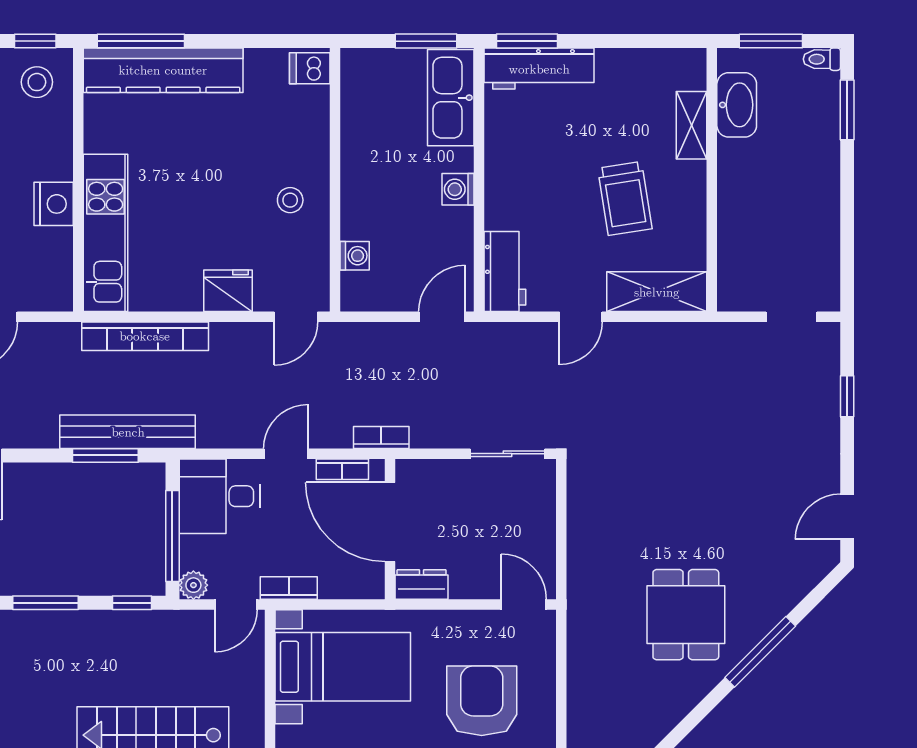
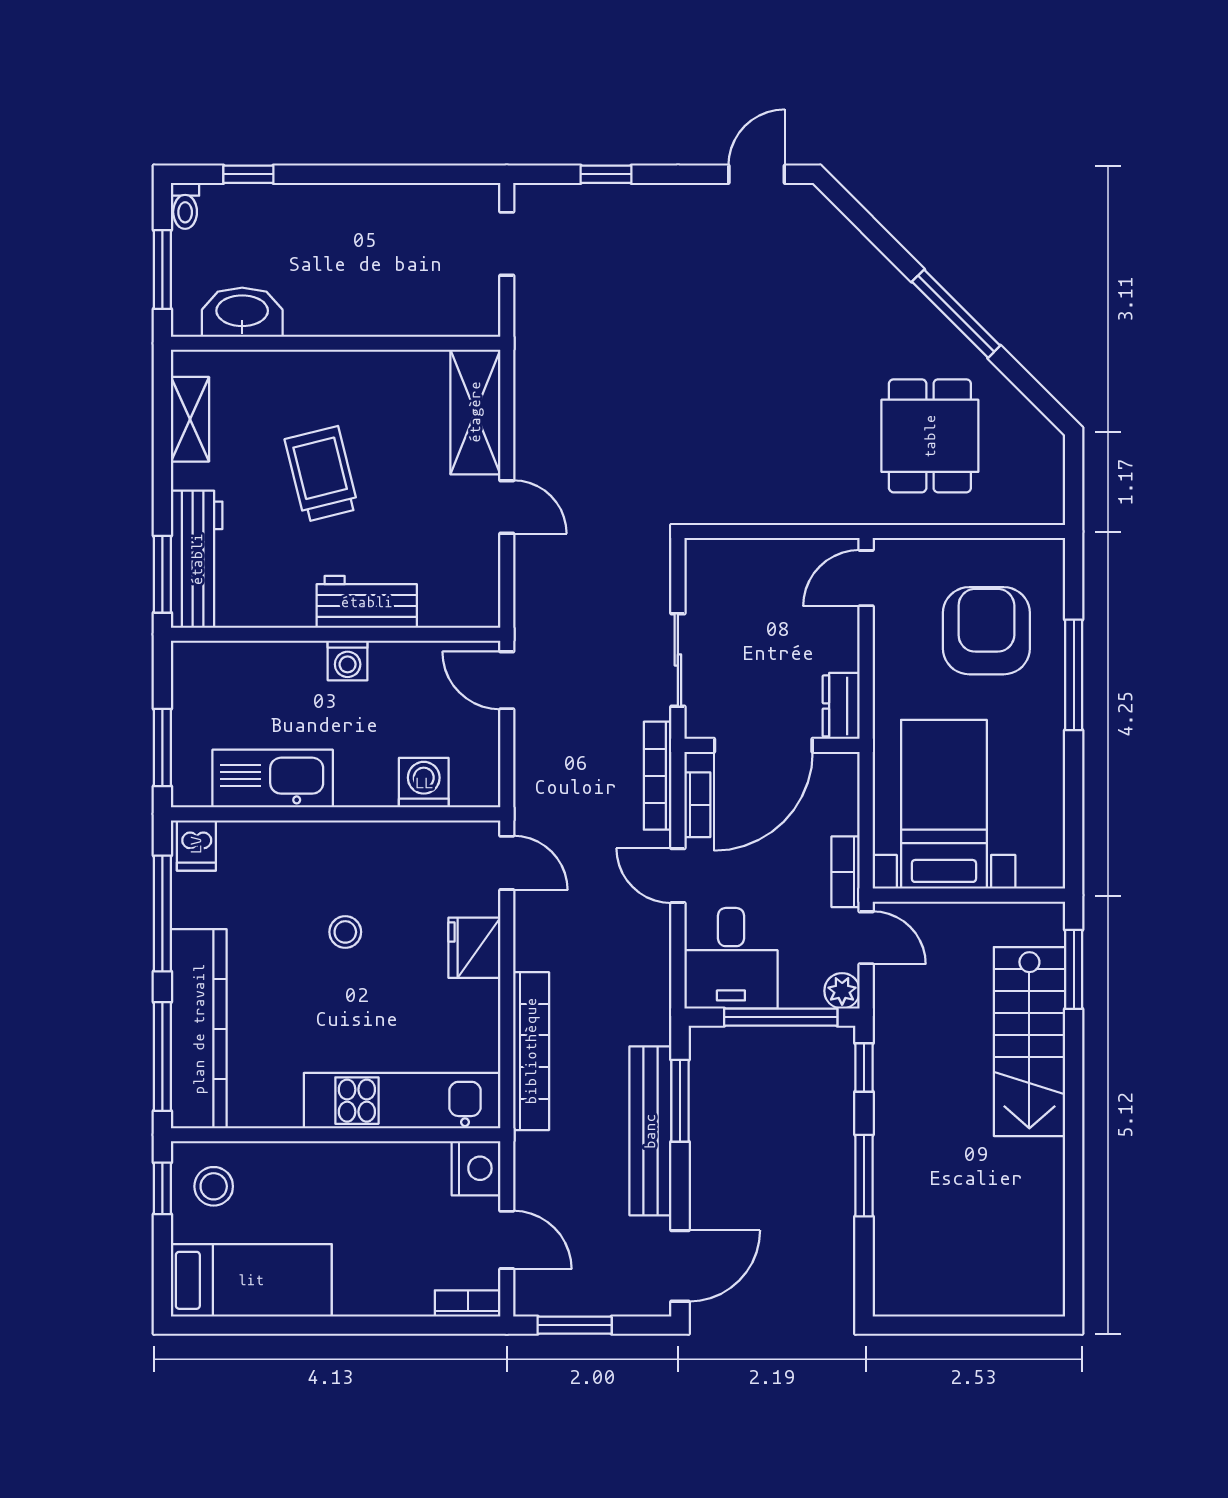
window: (255, 41) -> (162, 914), added
window: (426, 41) -> (162, 748), moved
kitchen sink: (451, 98) -> (273, 779), moved, turned 180
window: (847, 110) -> (248, 174), width x0.67
shelving: (691, 125) -> (190, 419), moved, turned 90
trolley: (625, 198) -> (322, 474), moved, turned -95
stool: (290, 200) -> (345, 932), moved
nightstand: (54, 204) -> (476, 1168), moved, turned 90
washing machine: (355, 256) -> (424, 783), width x1.38, depth x1.38
workbench: (505, 271) -> (367, 602), moved
bench: (128, 432) -> (650, 1131), moved
bookcase: (381, 438) -> (658, 776), width x1.56
sliding door: (508, 454) -> (678, 660), moved
door: (847, 517) -> (757, 174), swing flipped
dining table: (686, 615) -> (930, 436), moved, turned 90
window: (760, 652) -> (956, 314), moved
armchair: (482, 701) -> (986, 631), turned 90

